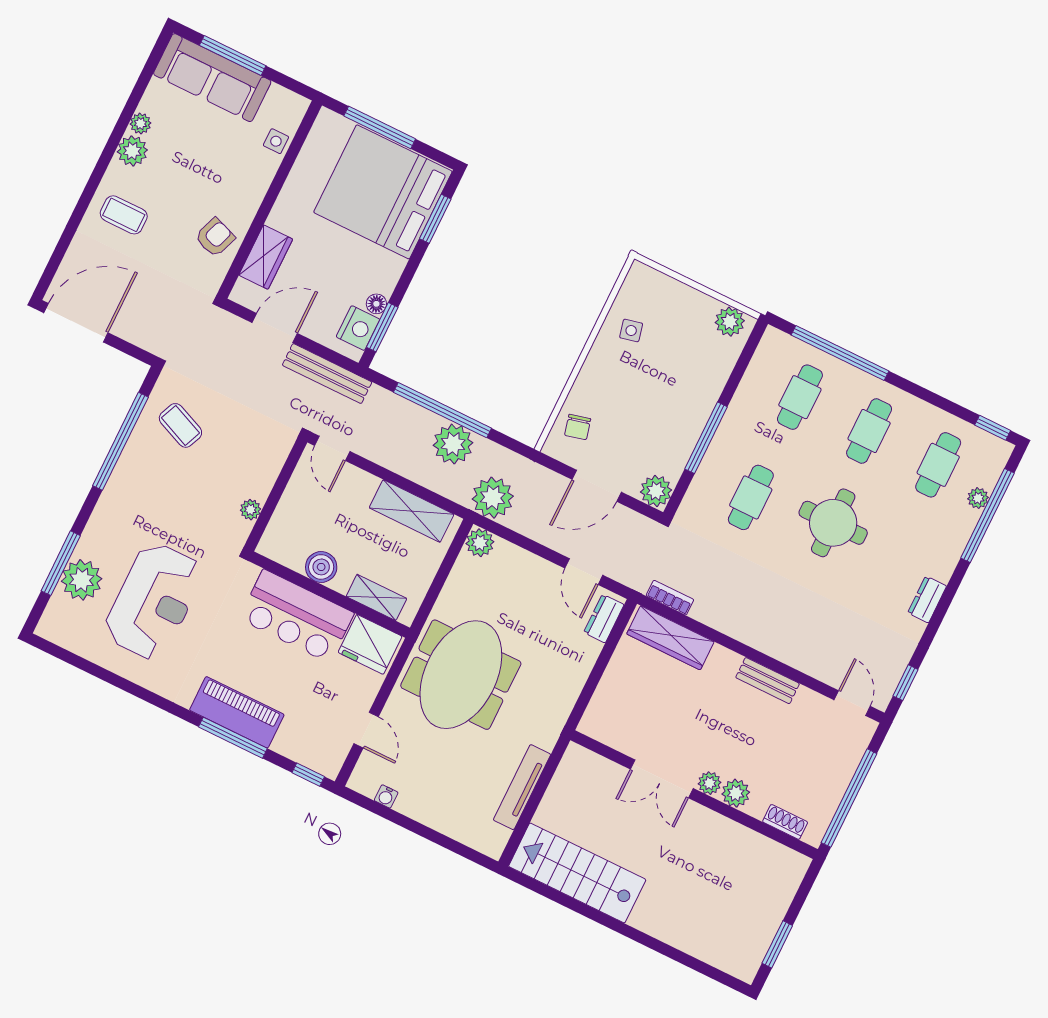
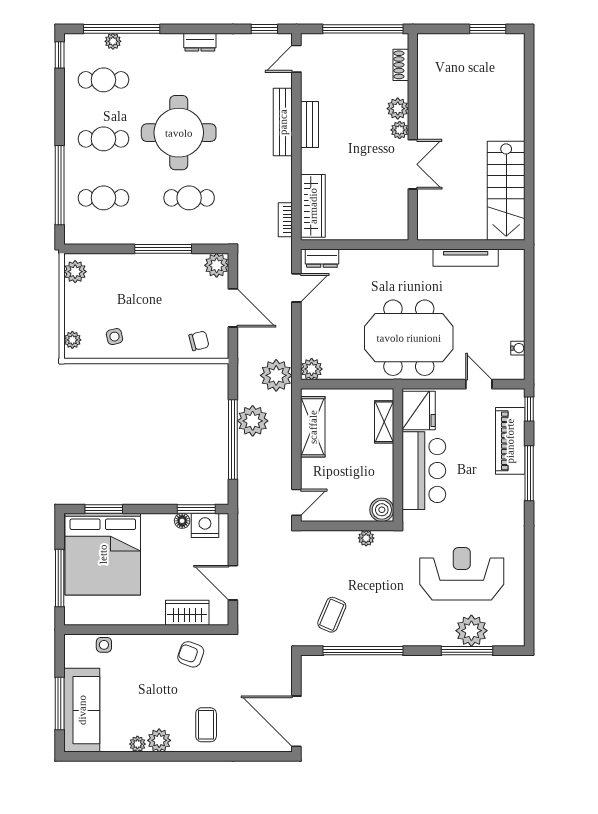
plant: (651, 279) -> (72, 340), added
bench: (327, 374) -> (283, 122), moved
round table: (833, 523) -> (179, 133), width x1.36, depth x1.36
boiler: (321, 567) -> (382, 510), moved
piano: (237, 712) -> (510, 441), moved
door: (366, 730) -> (479, 384), hinge flipped

